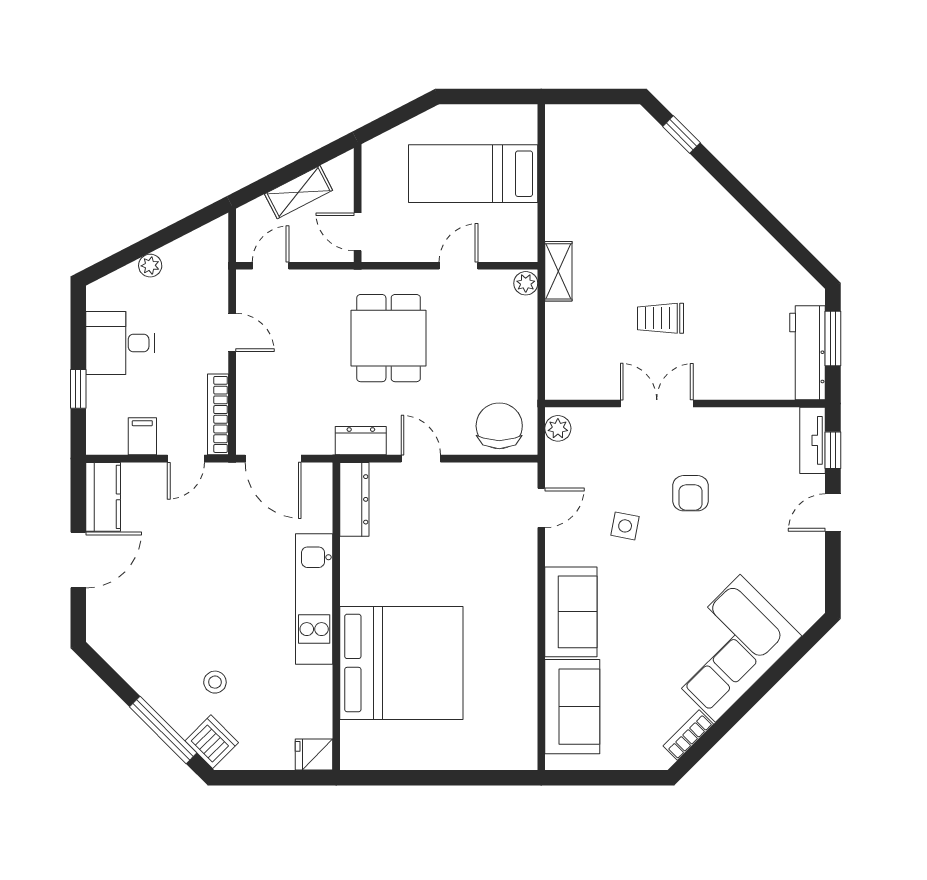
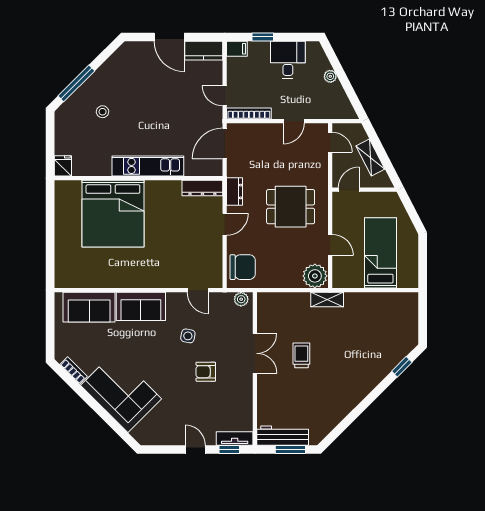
plant: (526, 283) -> (315, 276), width x1.88, depth x1.88
filing cabinet: (142, 436) -> (237, 49), moved
dishwasher: (212, 742) -> (70, 110), removed

